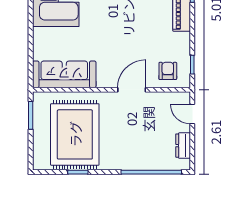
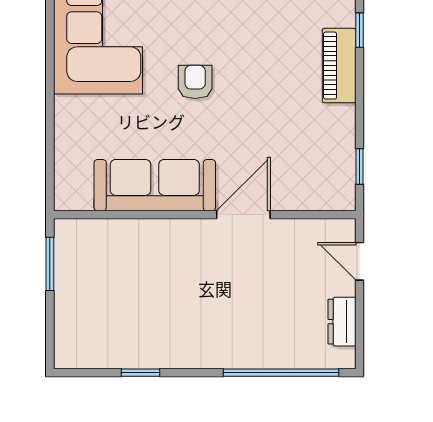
armchair: (168, 71) -> (195, 82), moved
sofa: (64, 74) -> (155, 185), moved
rug: (75, 134) -> (135, 300), removed

